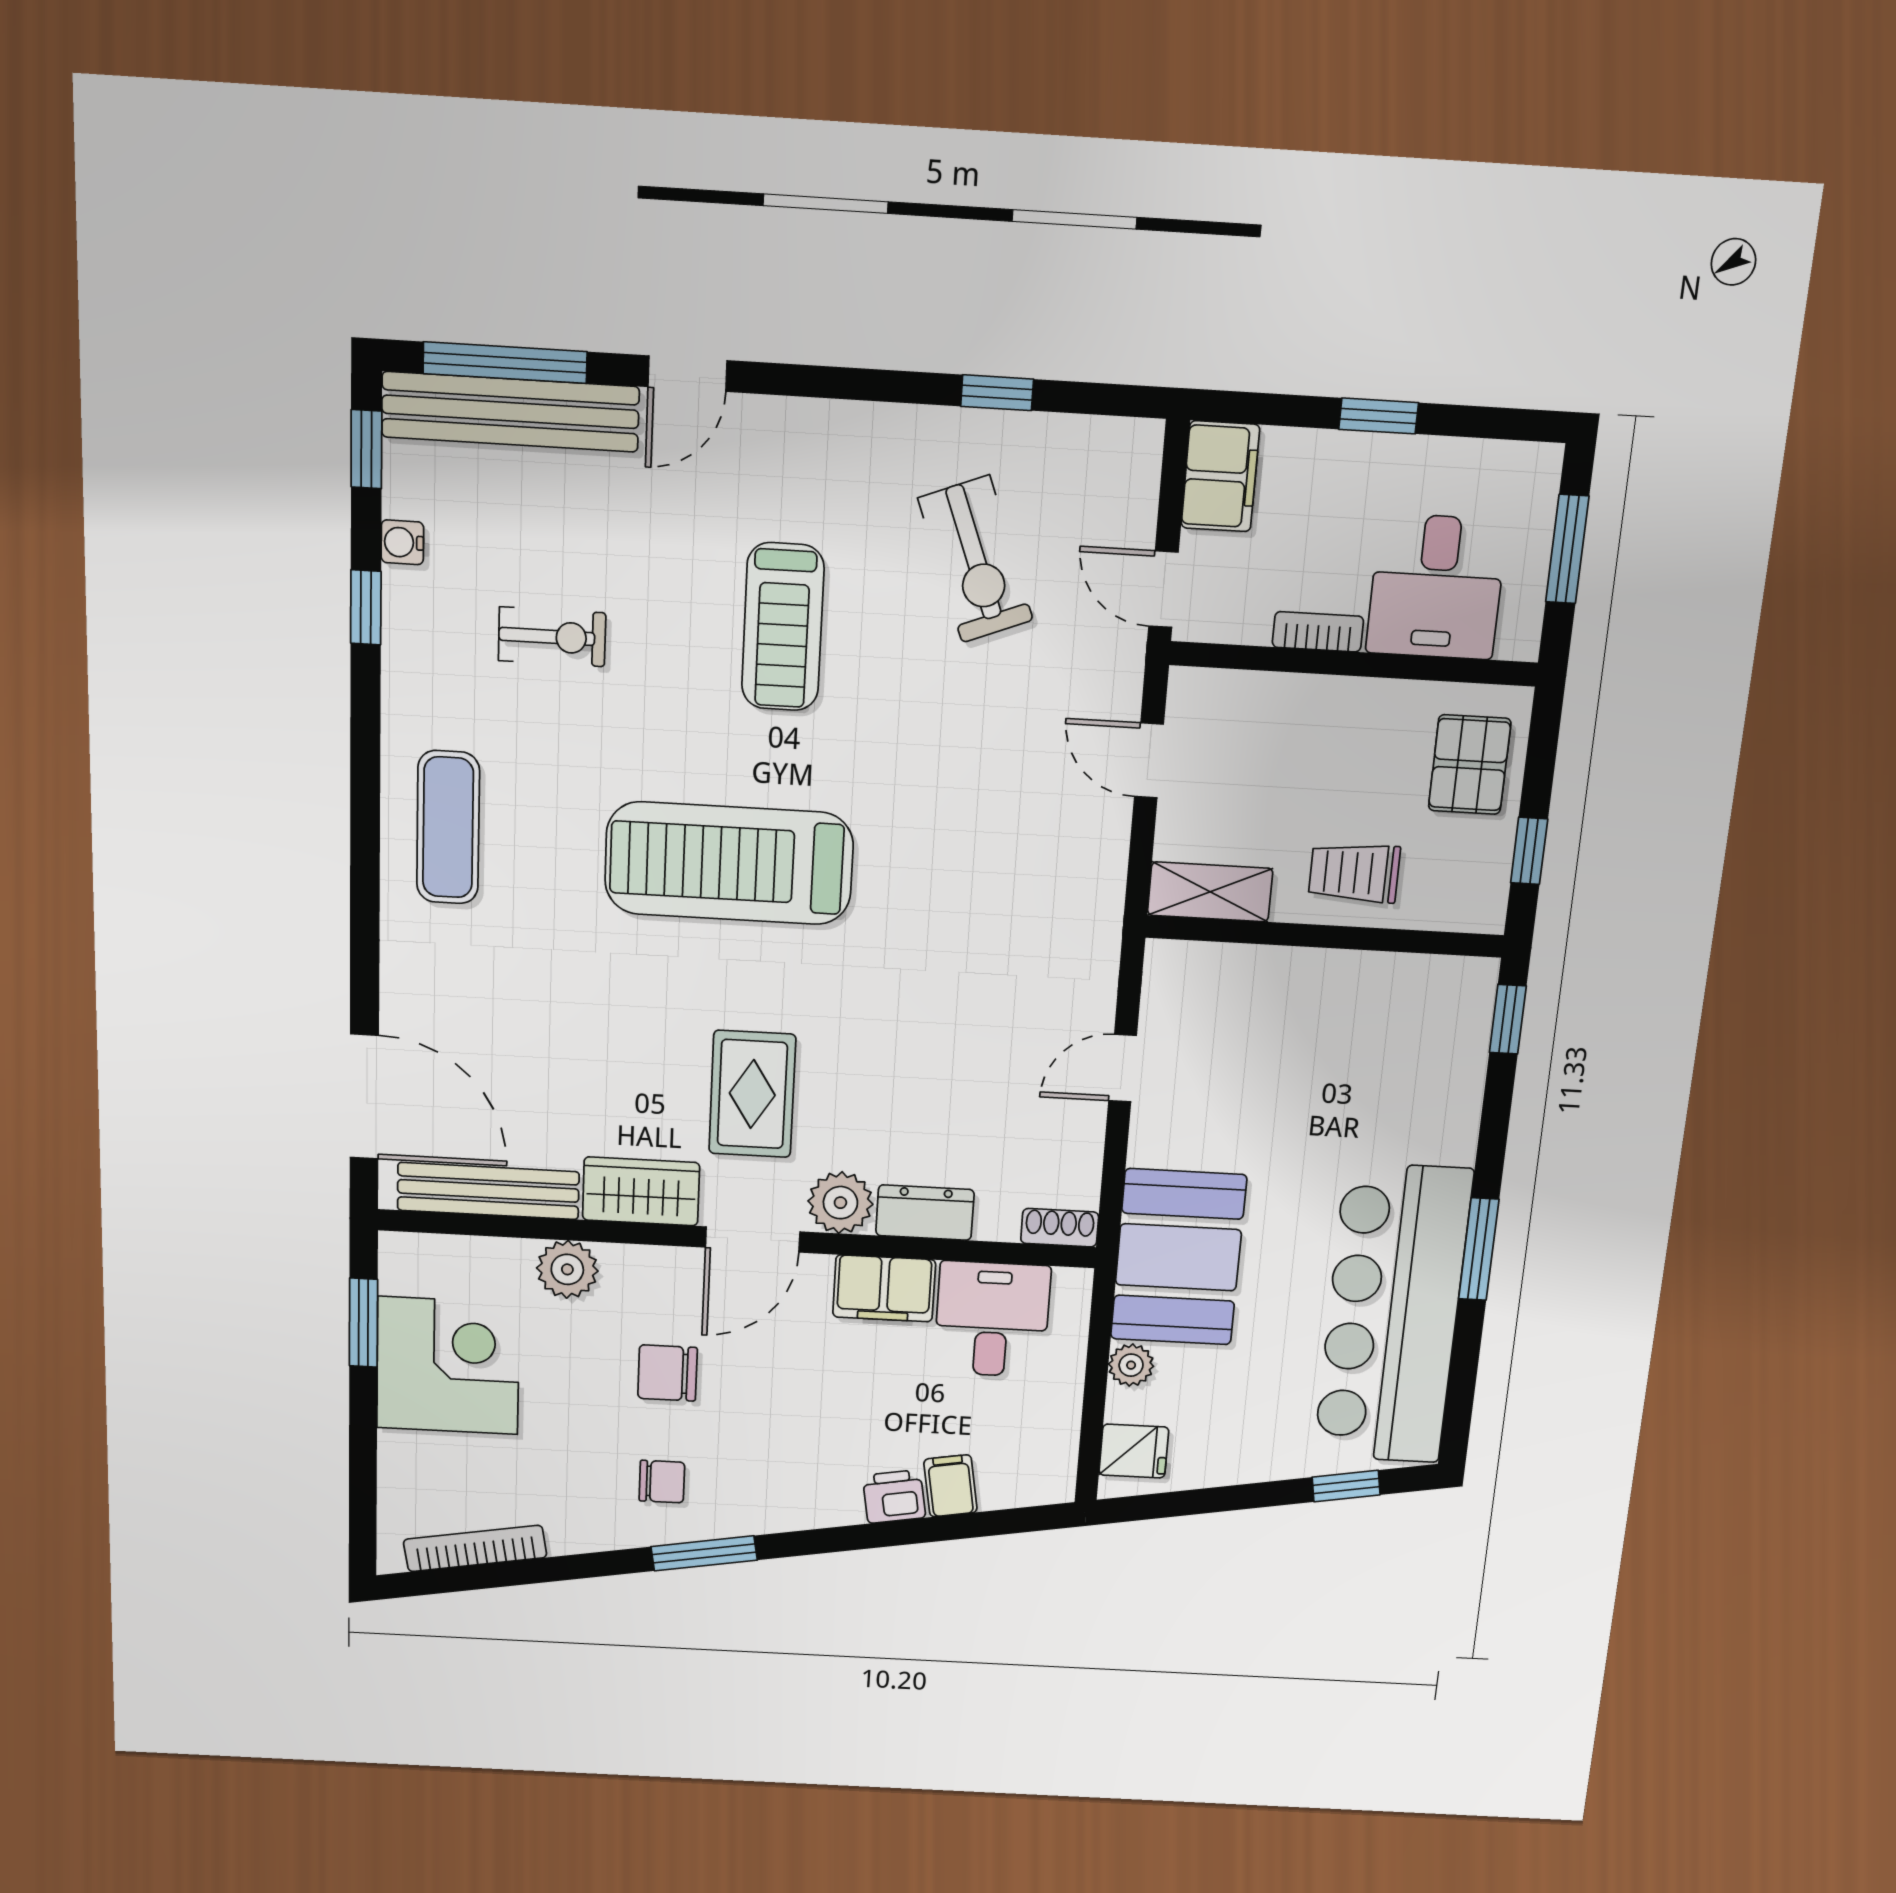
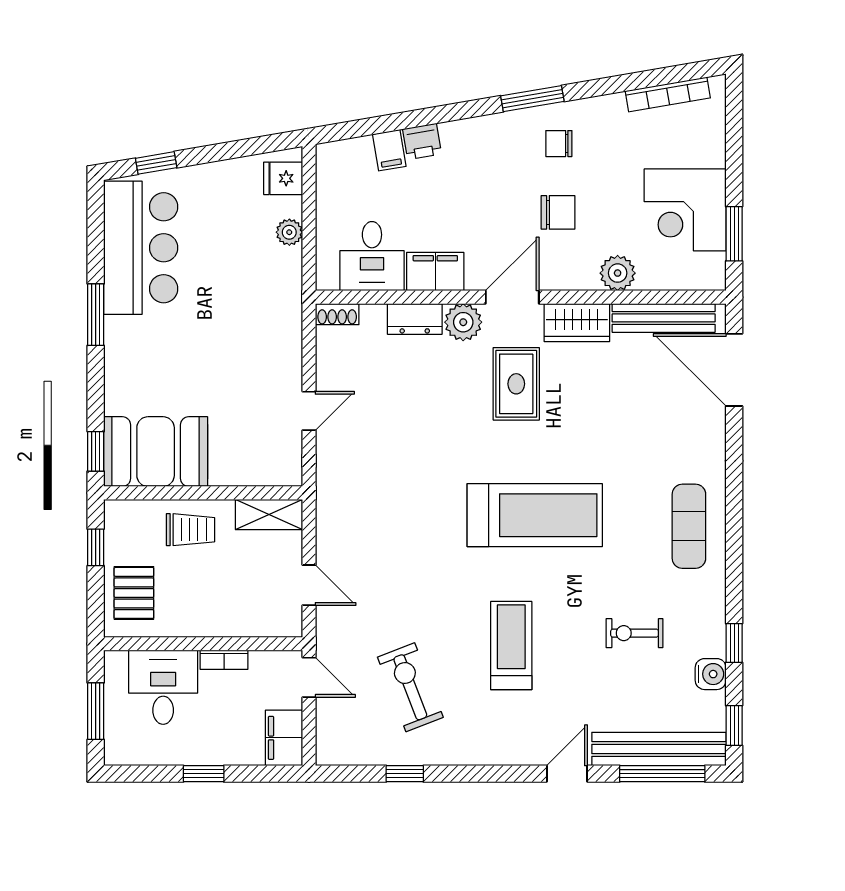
water cooler: (402, 542) -> (711, 674), width x1.38, depth x1.38
booth: (1178, 1257) -> (156, 452), moved, turned 90
bar counter: (1393, 1314) -> (141, 248), width x0.73

